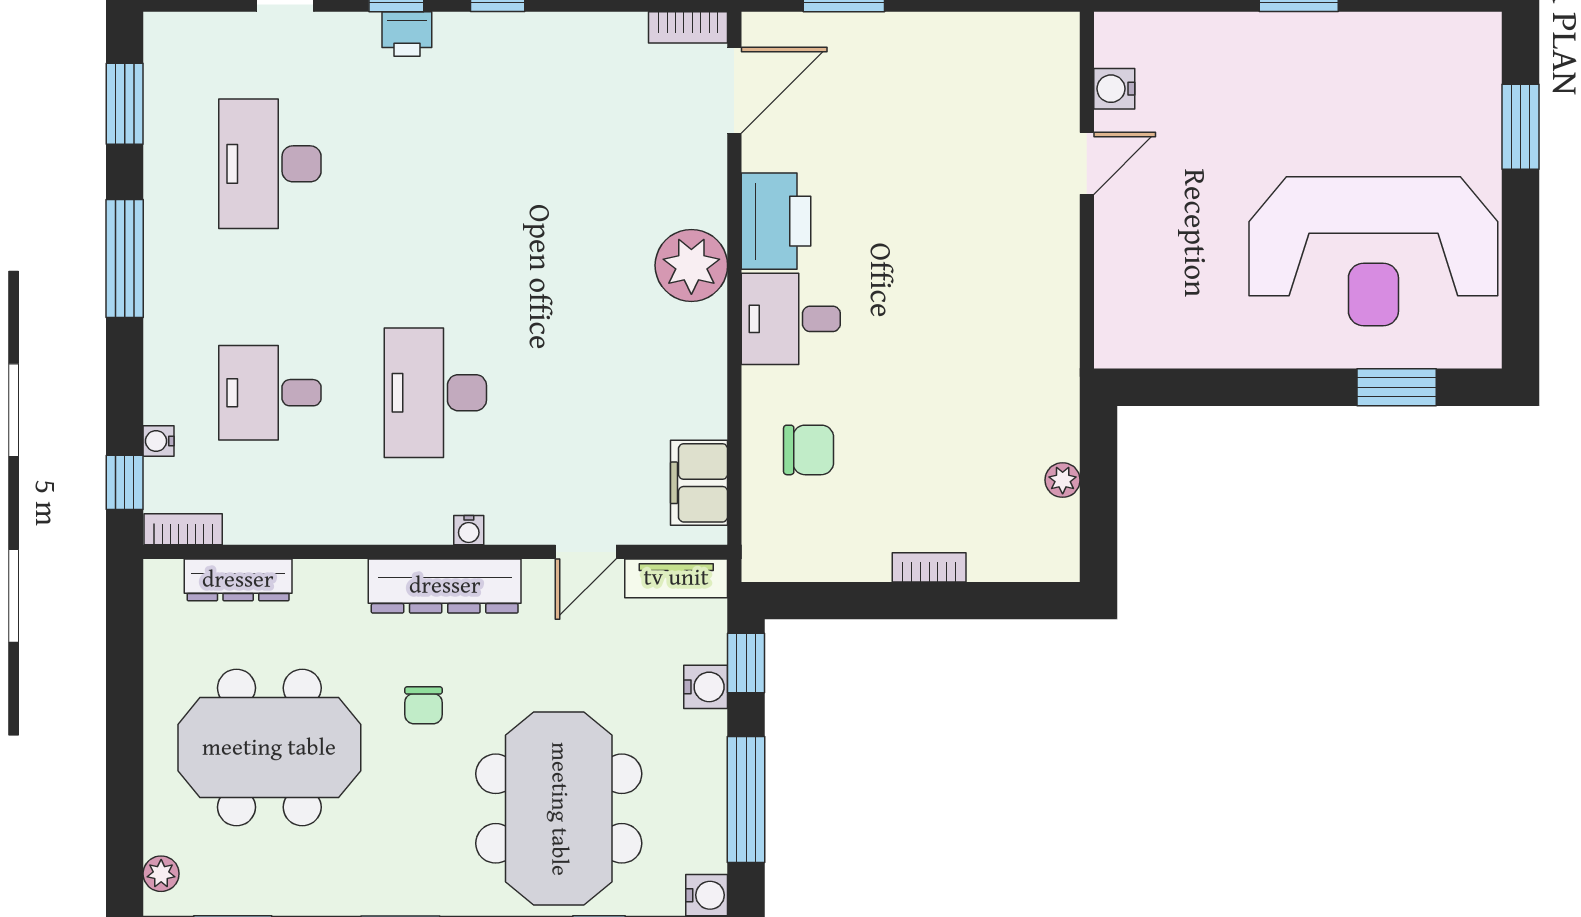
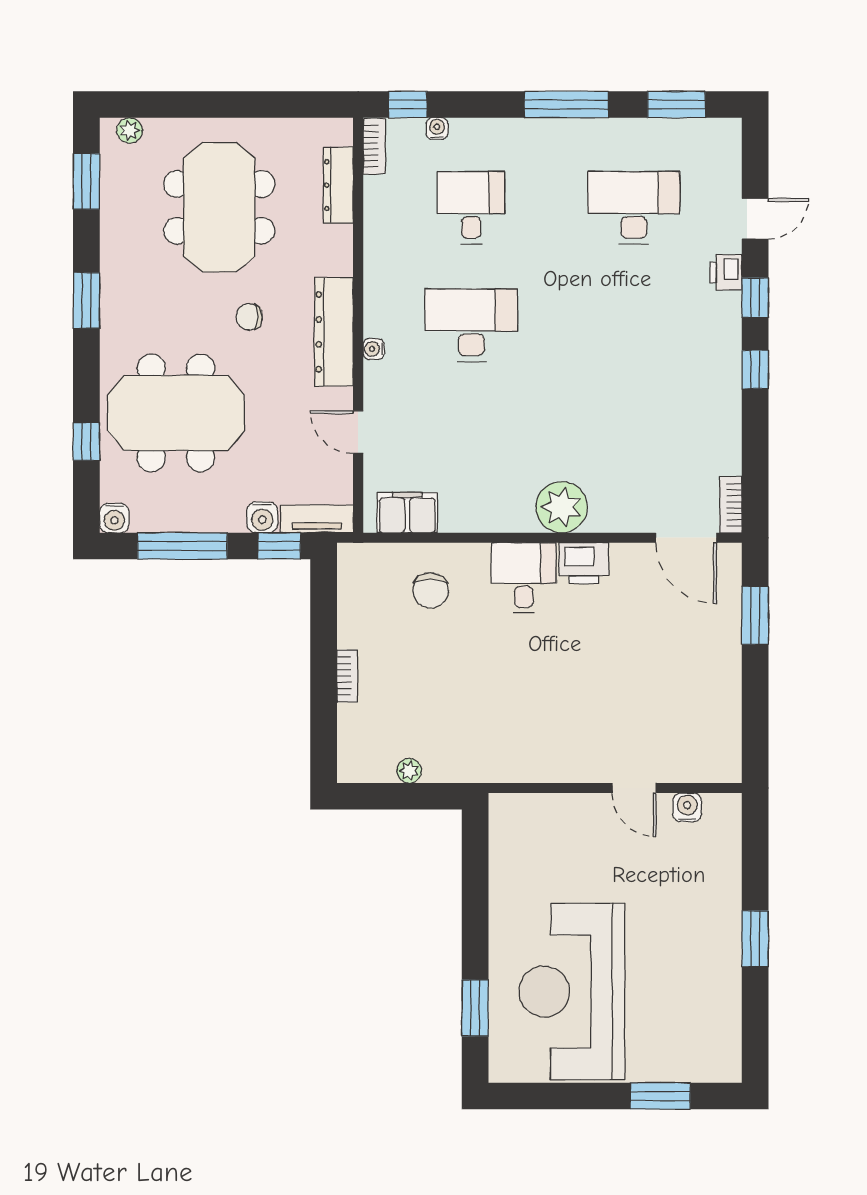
printer: (407, 34) -> (726, 272), moved
printer: (776, 221) -> (584, 563), width x0.73, depth x0.84
tv unit: (676, 578) -> (317, 519), moved, turned 90

